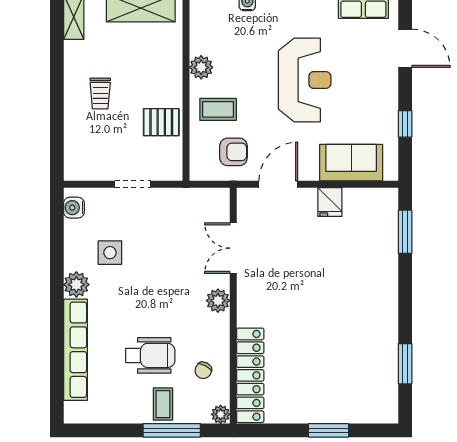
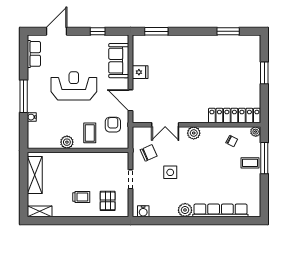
pallet: (161, 122) -> (108, 201), moved
chair: (181, 218) -> (149, 153), added
side table: (110, 253) -> (170, 172), moved
wheelchair: (150, 355) -> (224, 170), removed

